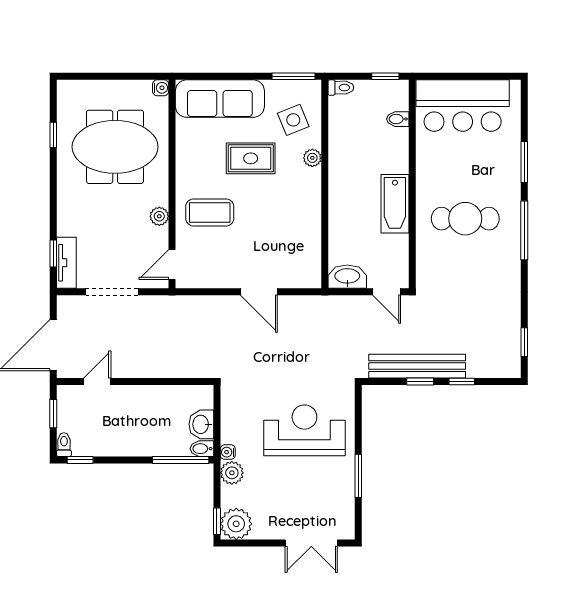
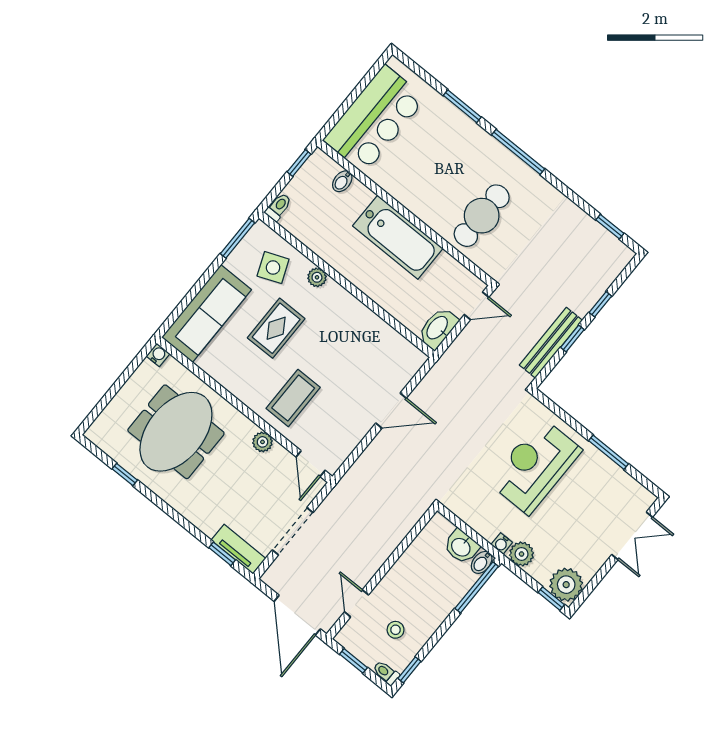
bathtub: (395, 204) -> (398, 237), width x1.36, depth x1.36
cafe table: (465, 219) -> (482, 216), moved
bench: (417, 366) -> (551, 343), width x0.73, depth x0.82
stool: (101, 426) -> (396, 630), added

